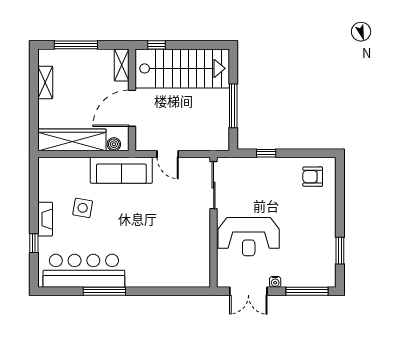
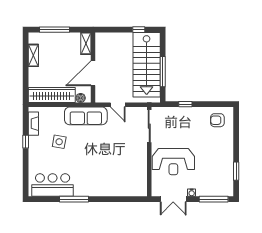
window: (157, 45) -> (139, 30), moved
stairs: (182, 68) -> (147, 65), moved, turned 90
fireplace: (45, 219) -> (33, 124), moved
window: (34, 243) -> (26, 142), moved
bar counter: (84, 271) -> (53, 185), width x0.73

